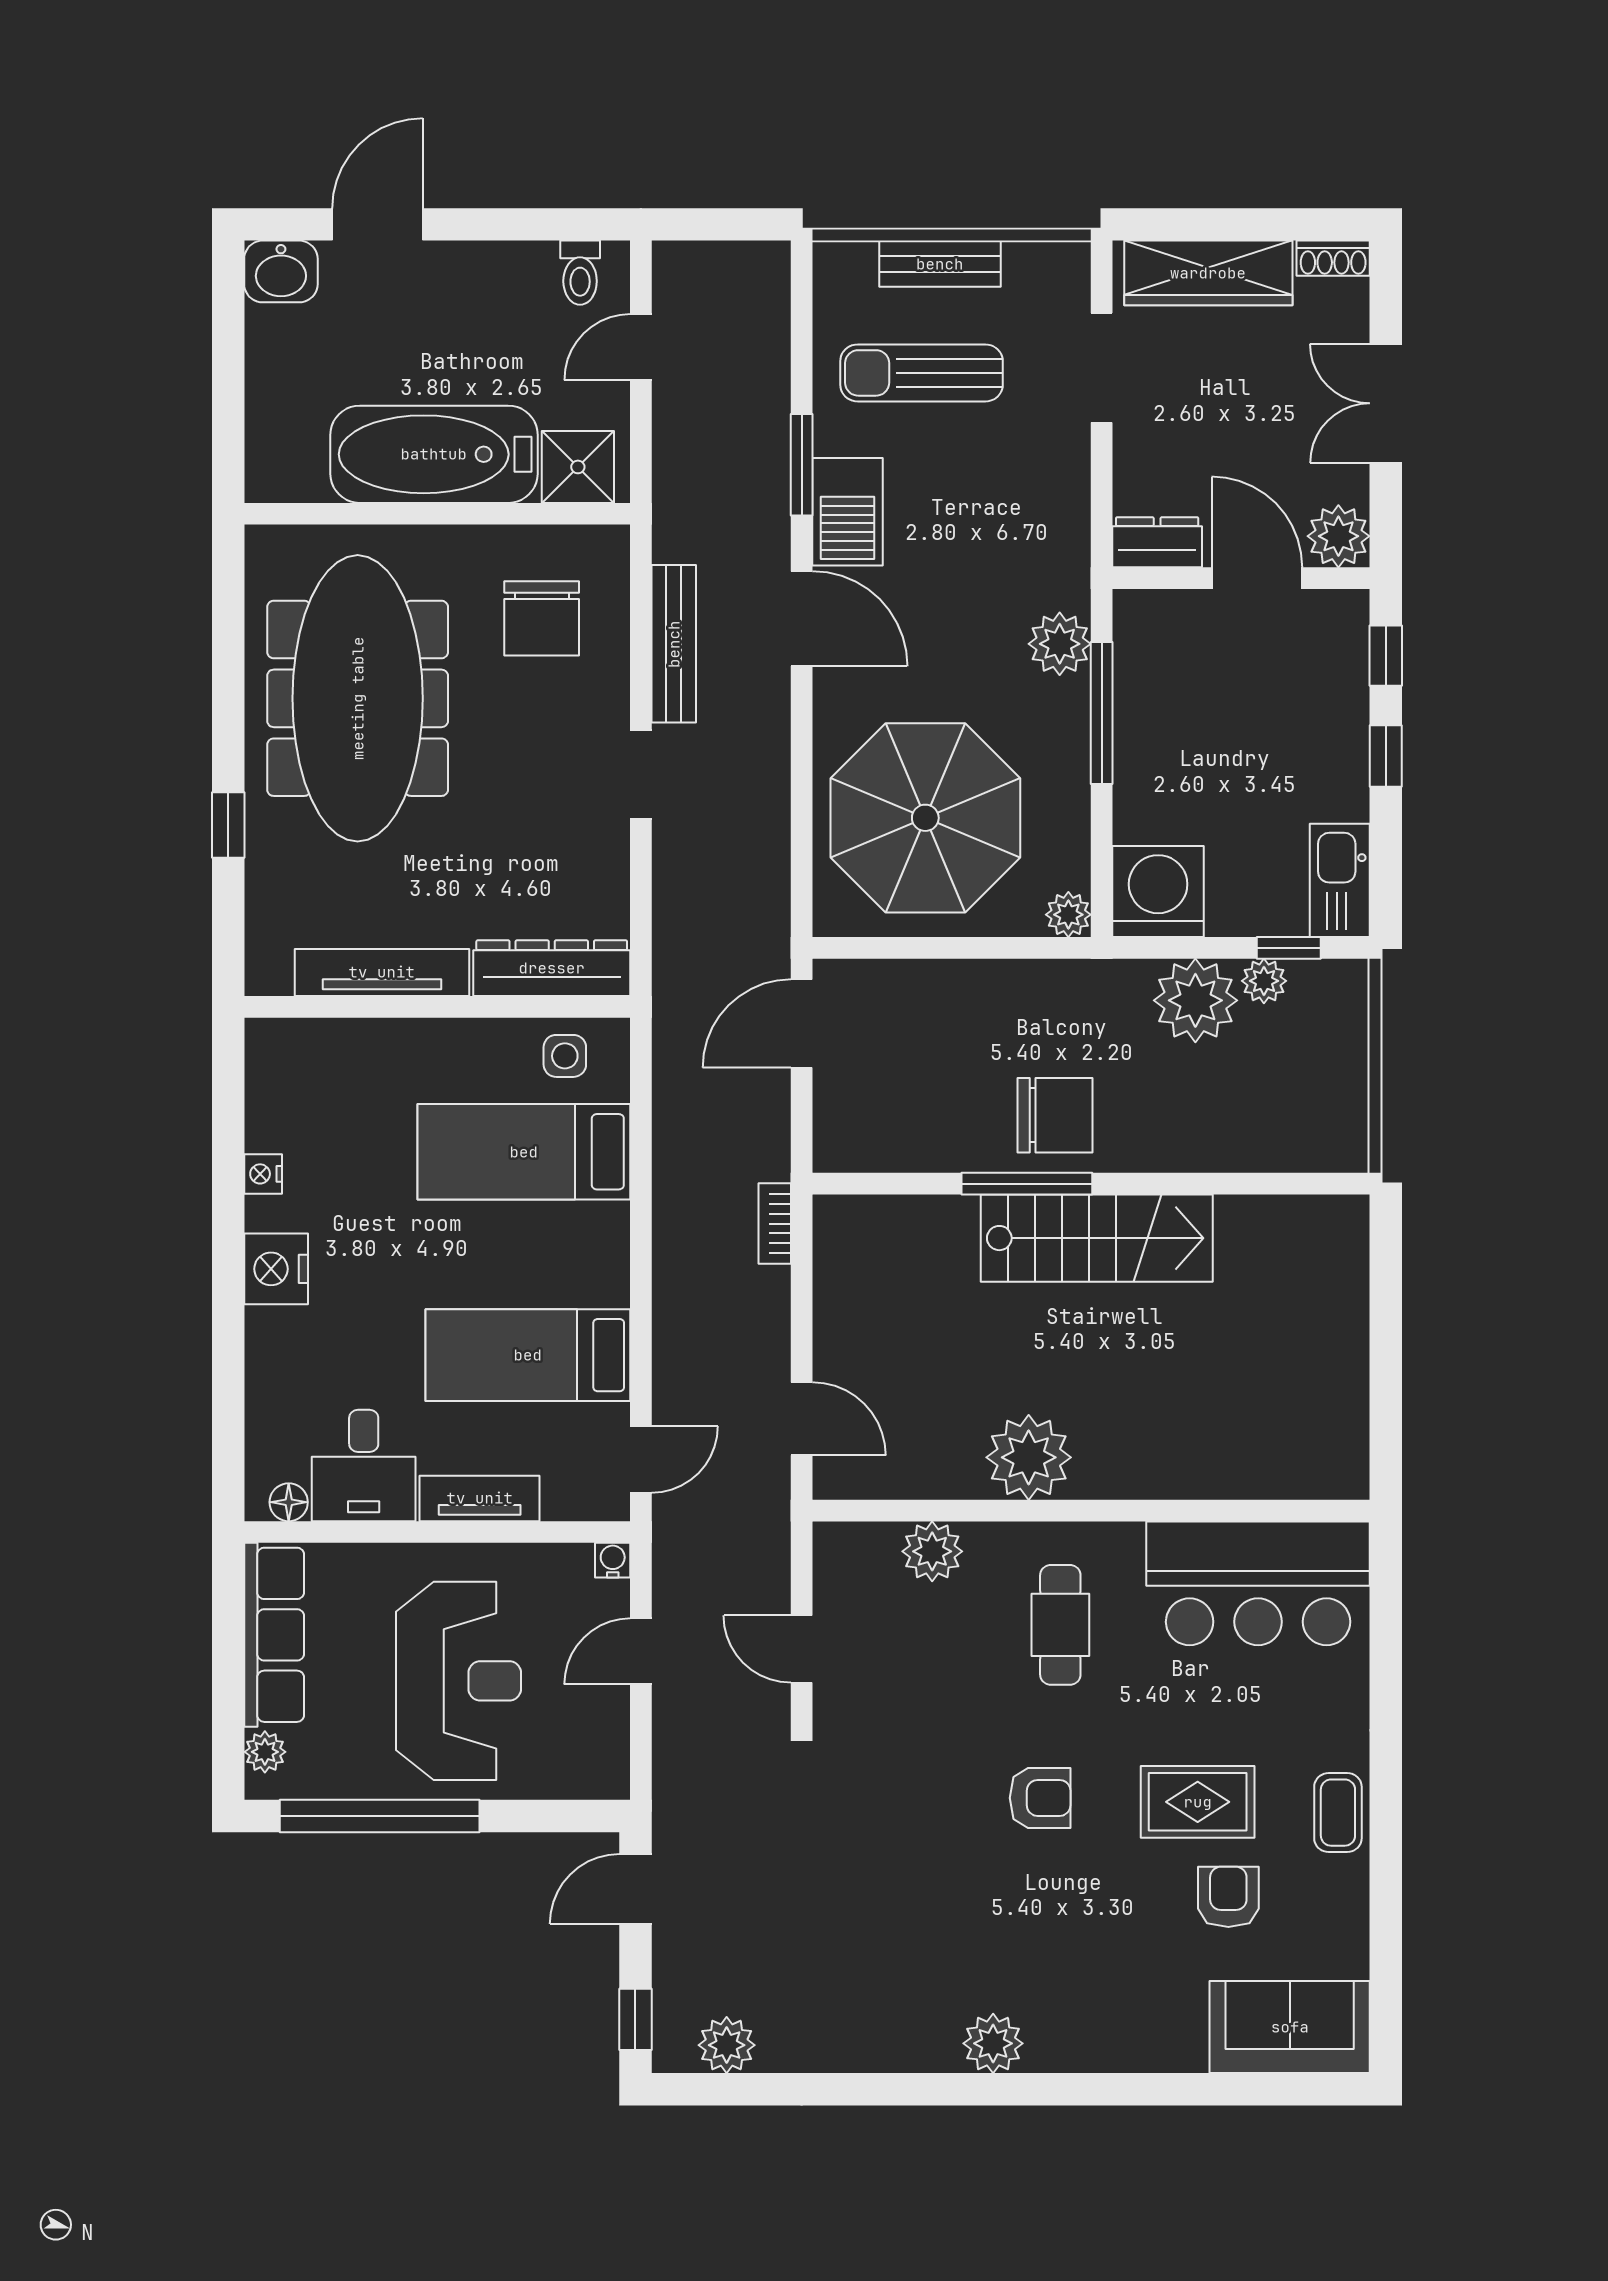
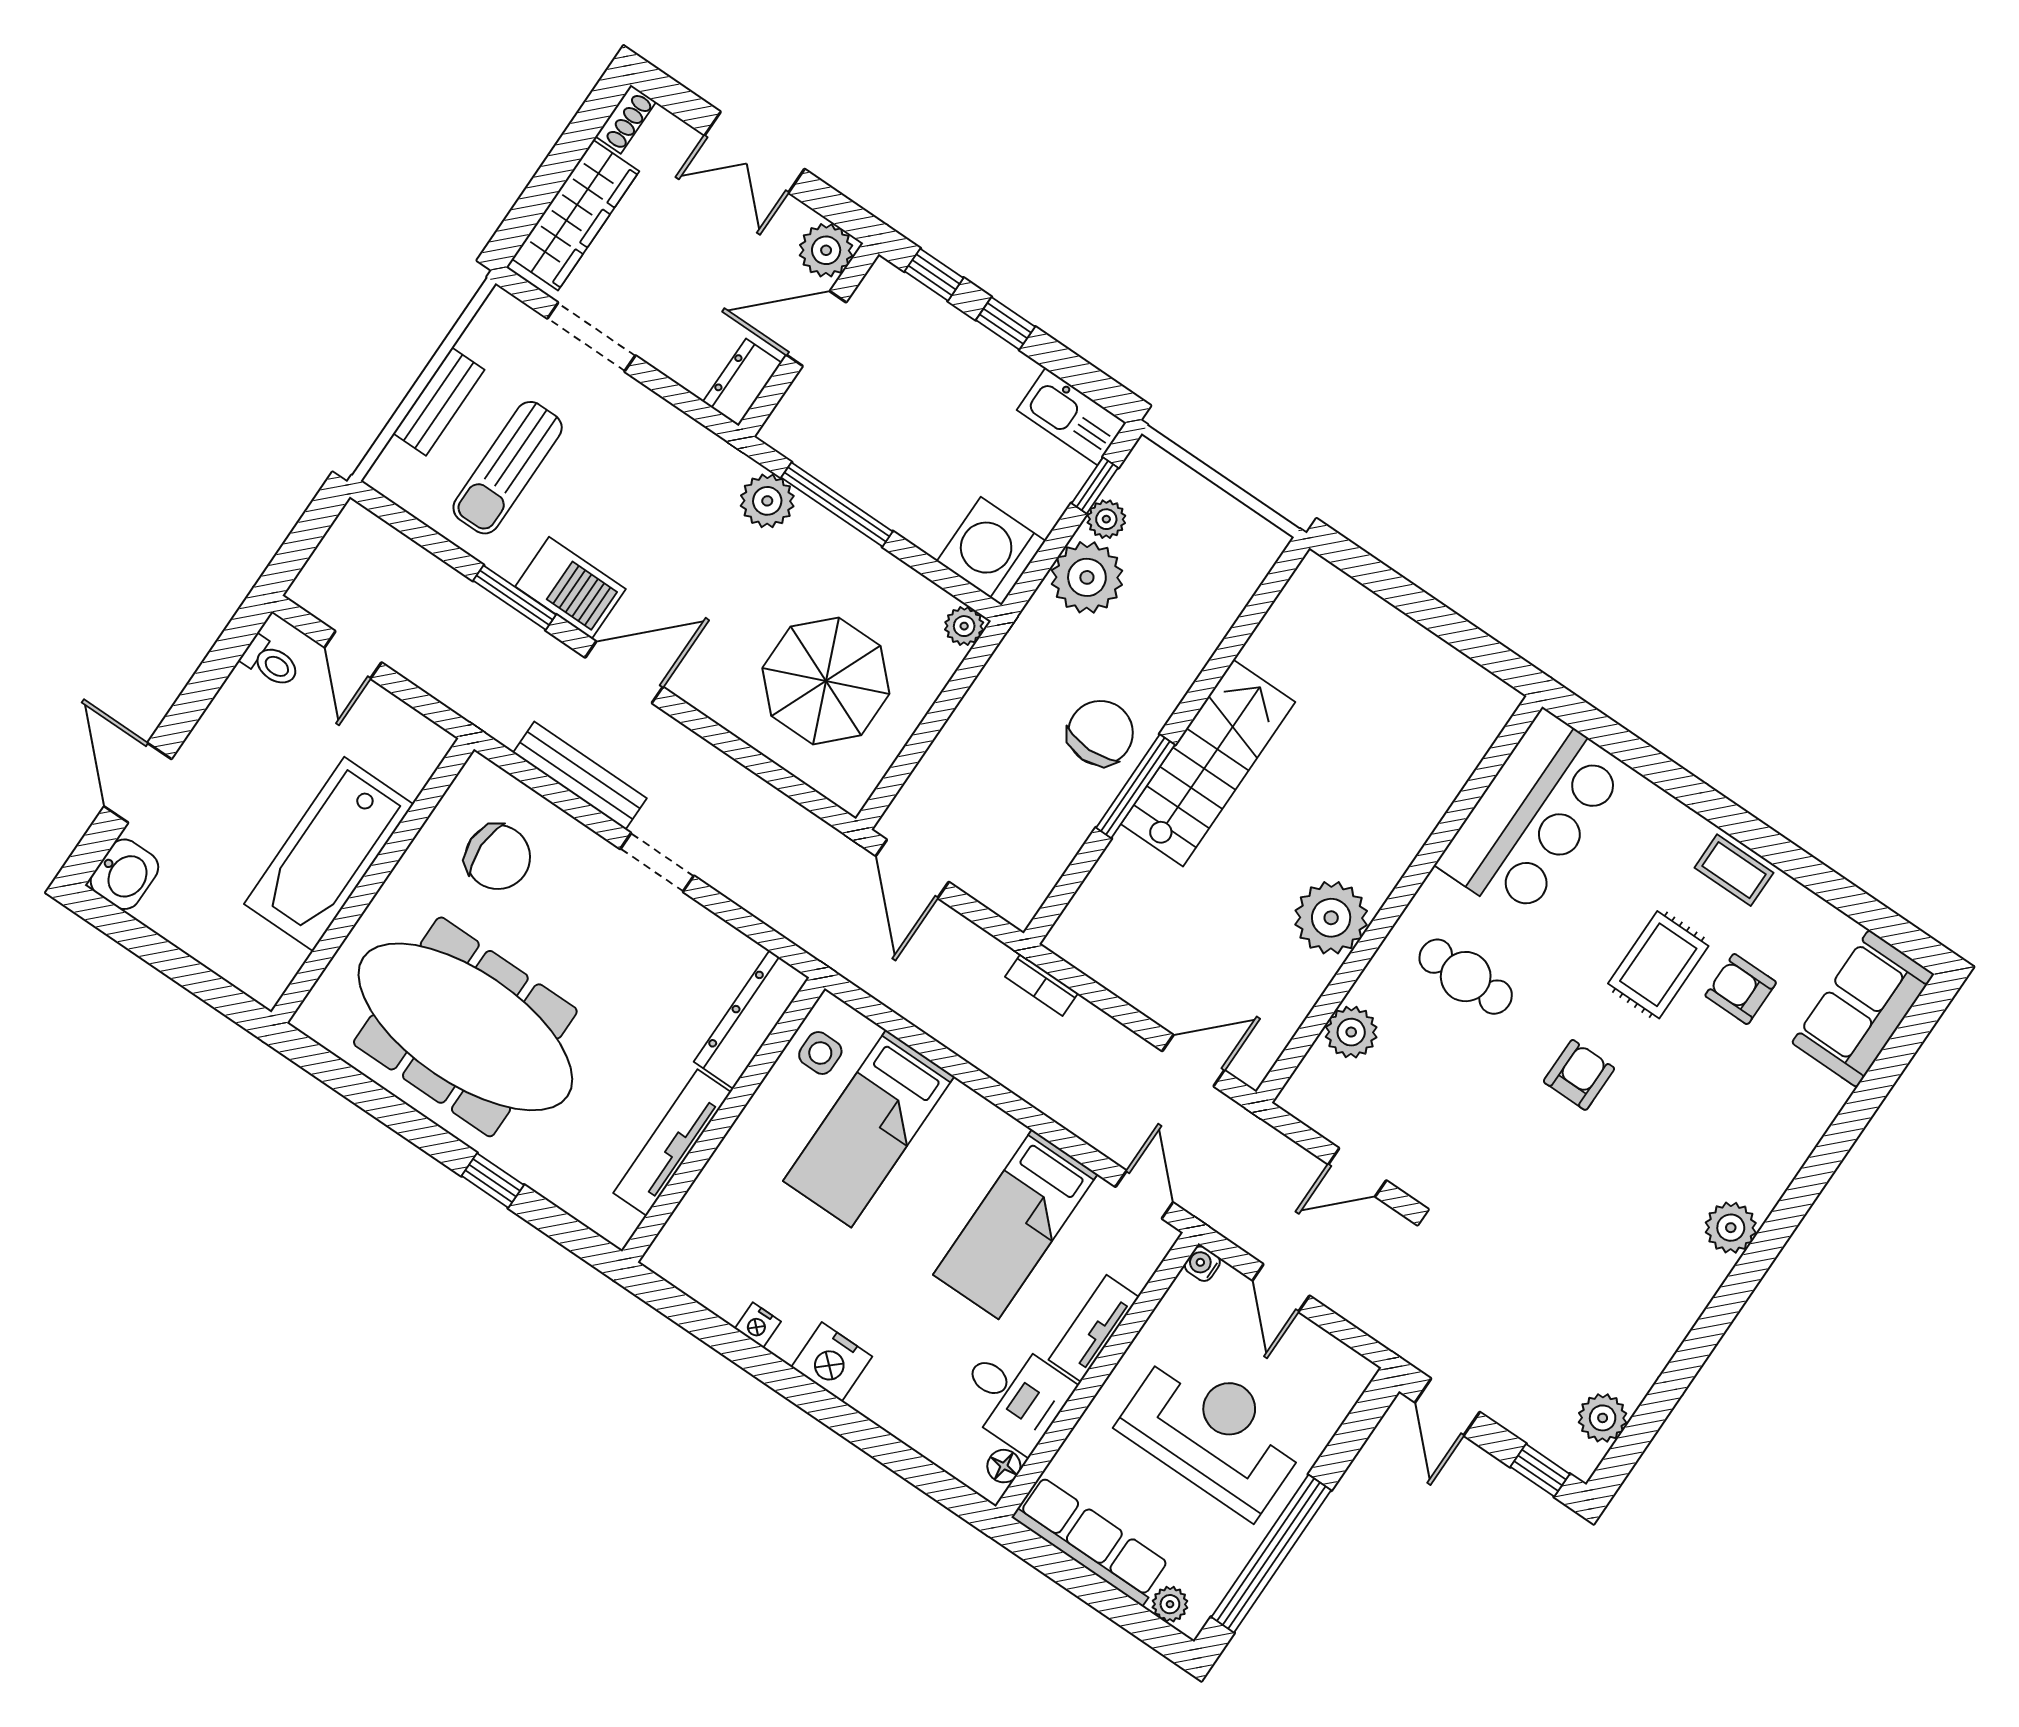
shower: (578, 467) -> (408, 758), removed
parasol: (925, 818) -> (826, 681), width x0.73, depth x0.73

